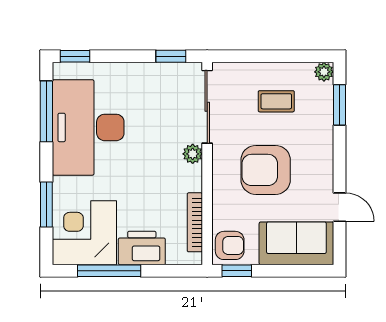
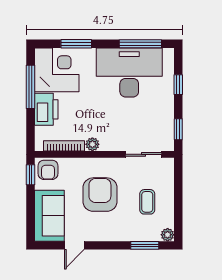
window: (75, 56) -> (178, 85), moved
sliding door: (207, 107) -> (143, 154), width x0.73
plant: (193, 154) -> (92, 144), moved

